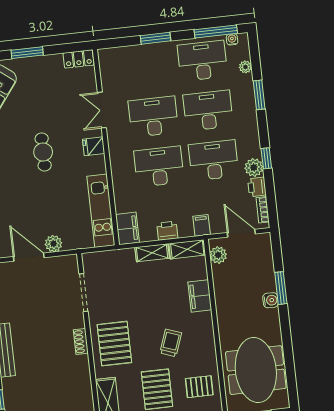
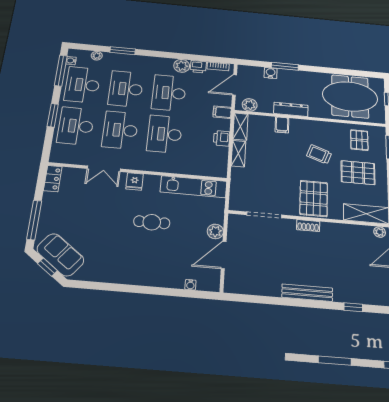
window: (27, 53) -> (34, 220), width x1.44
desk: (148, 67) -> (76, 126), added
cafe table: (43, 152) -> (152, 222), moved
window: (266, 158) -> (176, 56), removed
filing cabinet: (127, 228) -> (214, 169), removed
filing cabinet: (200, 296) -> (282, 125), width x0.50
water cooler: (271, 300) -> (271, 73), moved
dresser: (223, 303) -> (291, 109), added
pallet: (114, 344) -> (314, 198), turned 90

